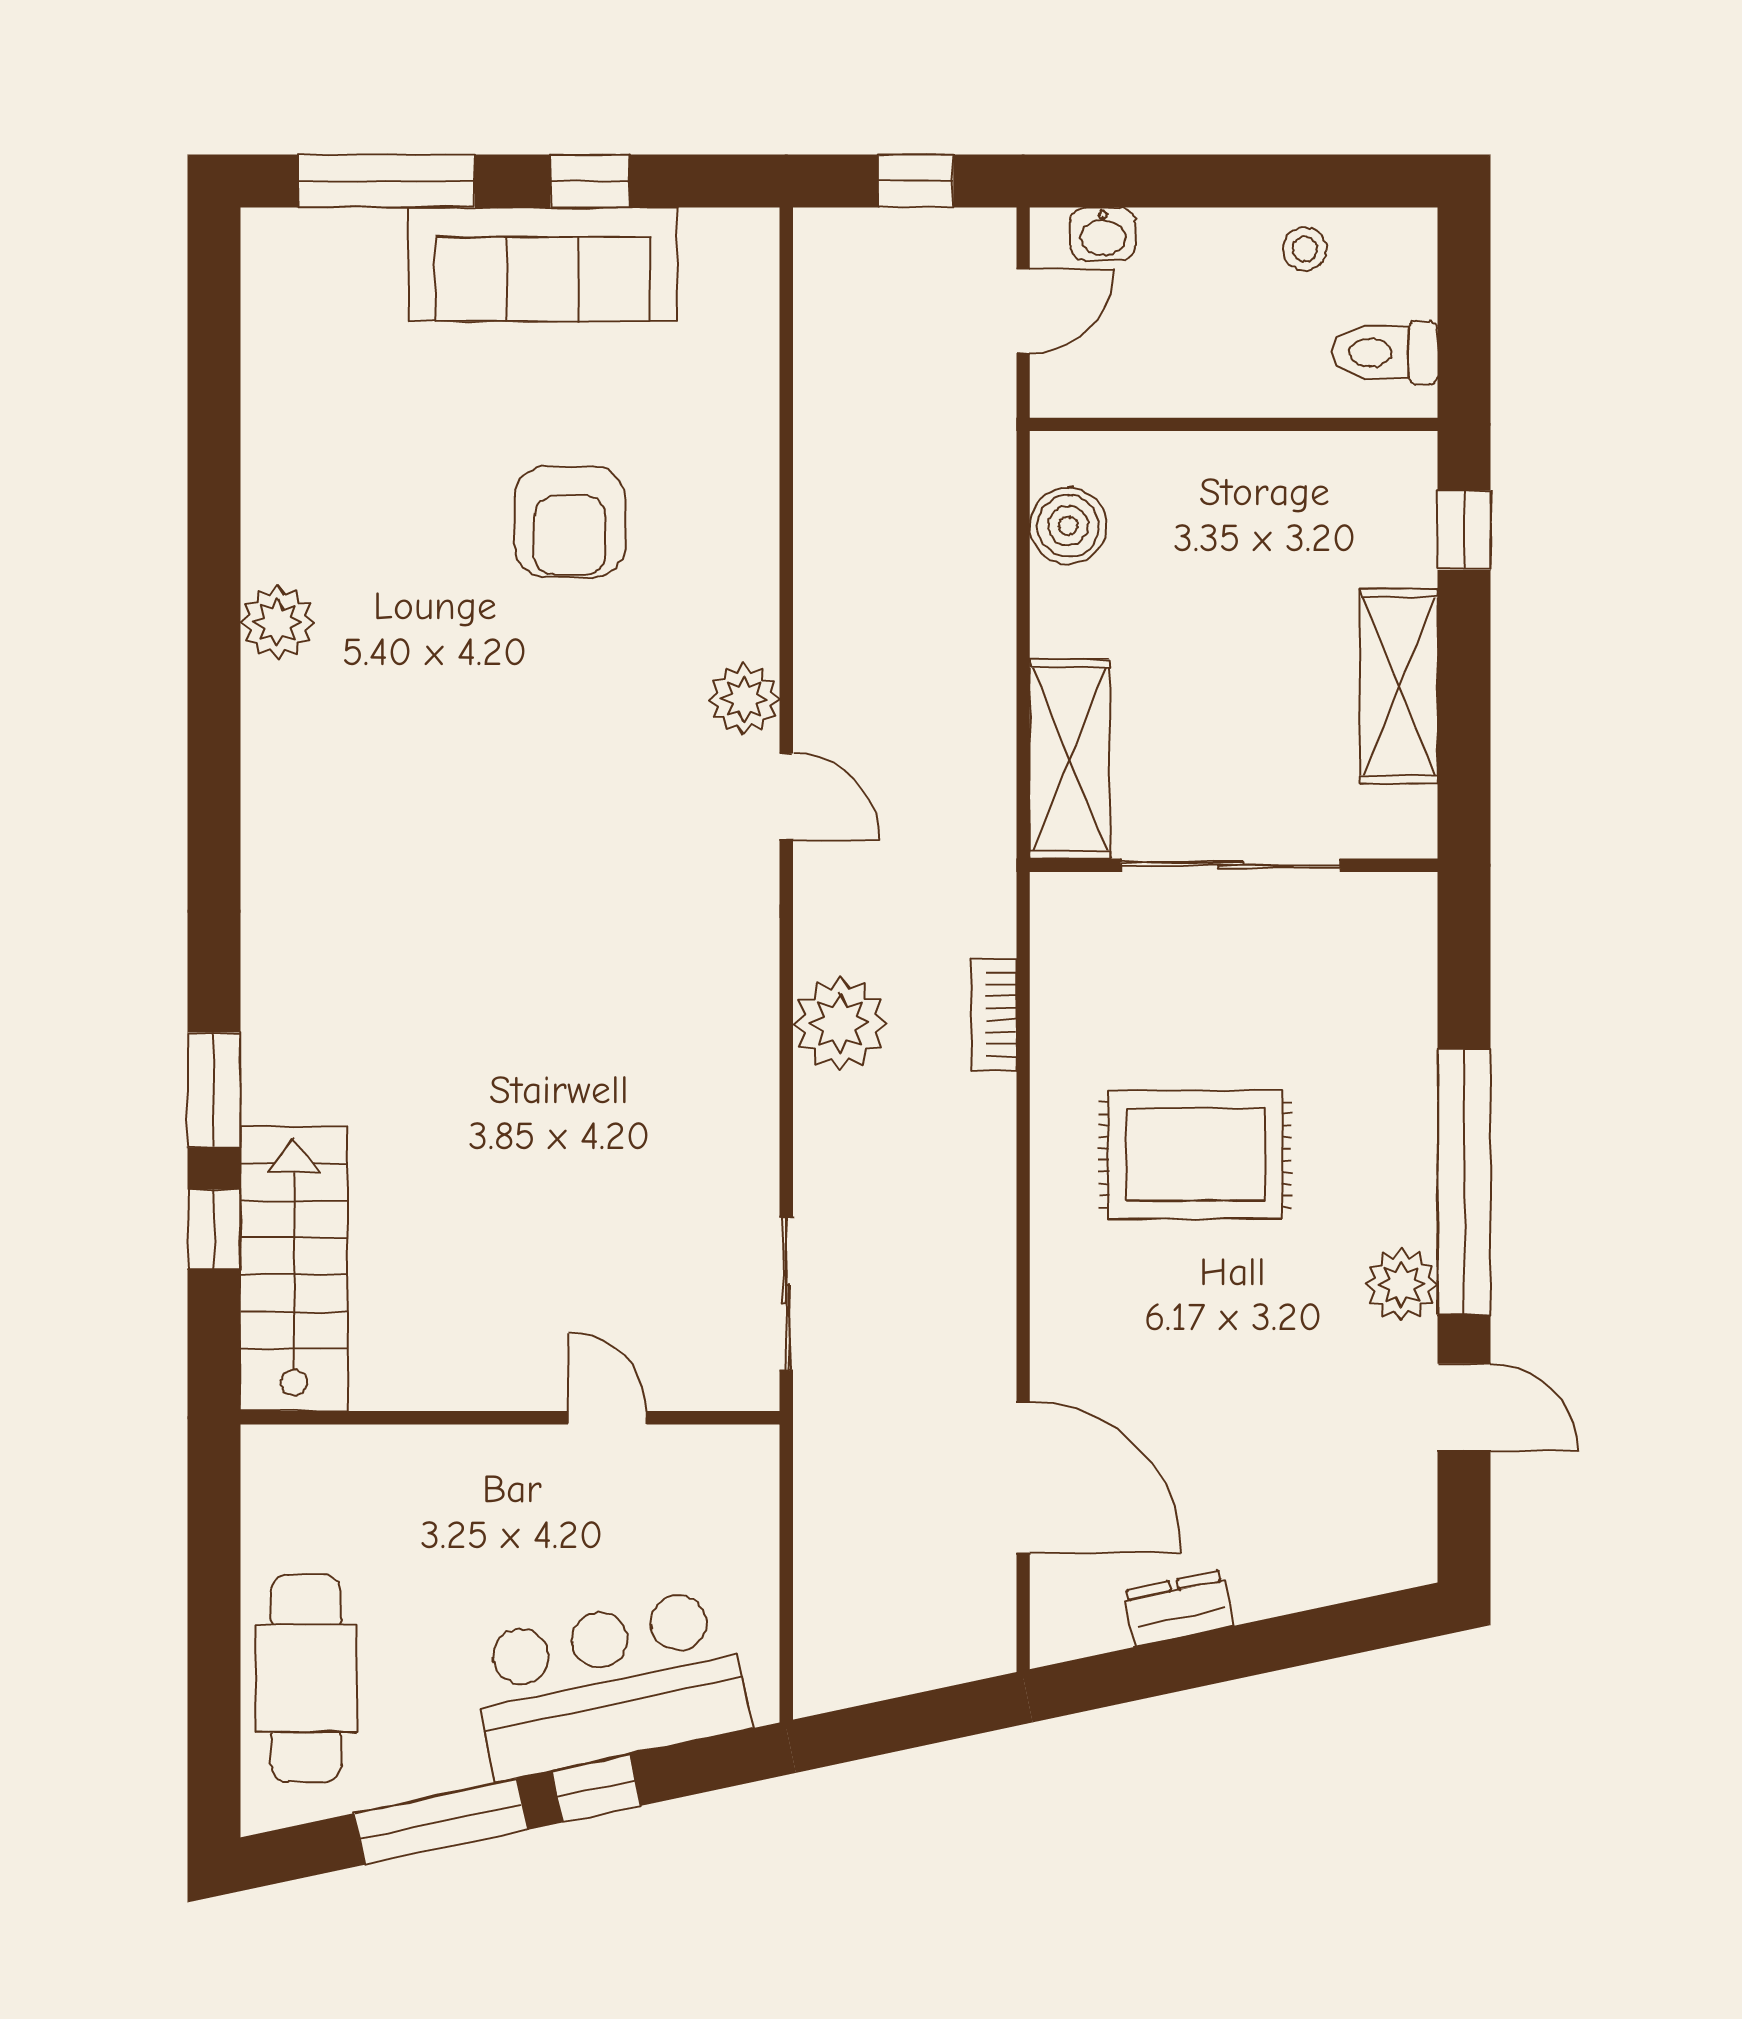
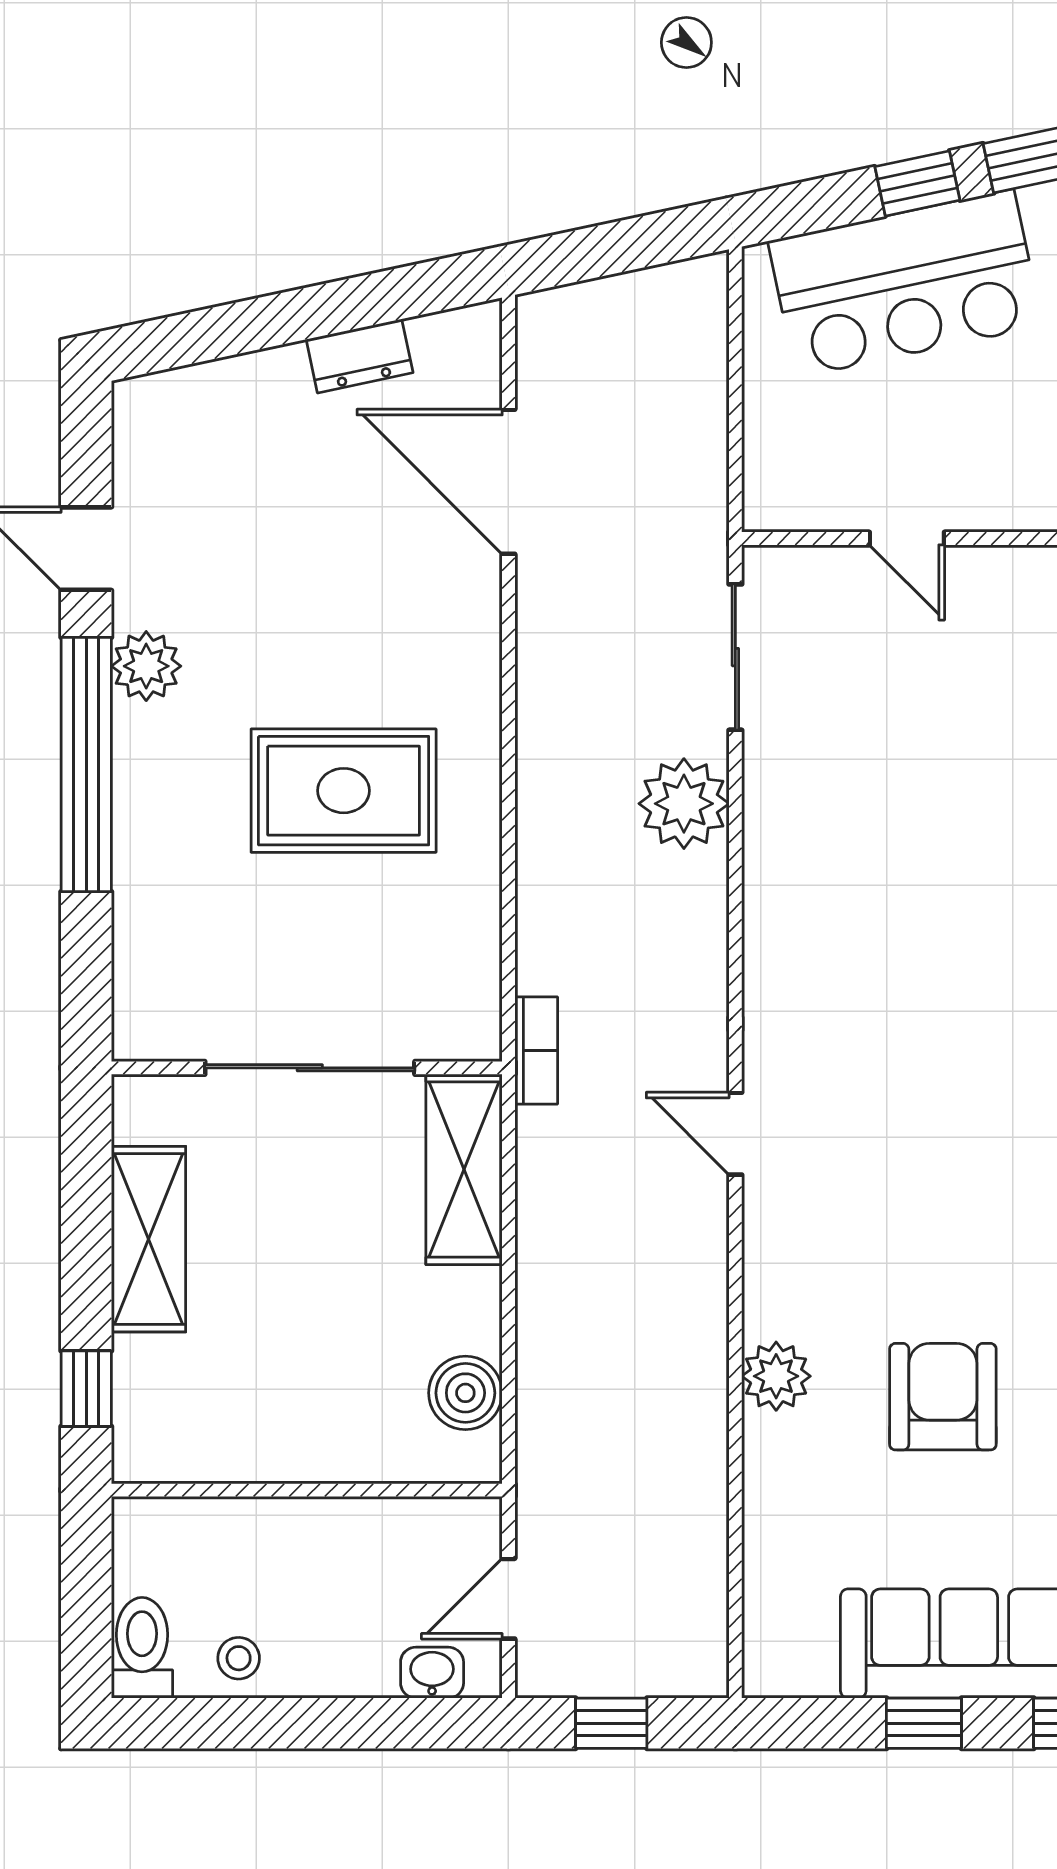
toilet: (1385, 353) -> (142, 1648), moved, turned -90
plant: (744, 699) -> (776, 1376), moved
bookcase: (994, 1015) -> (536, 1051), moved
plant: (840, 1024) -> (684, 804), moved

